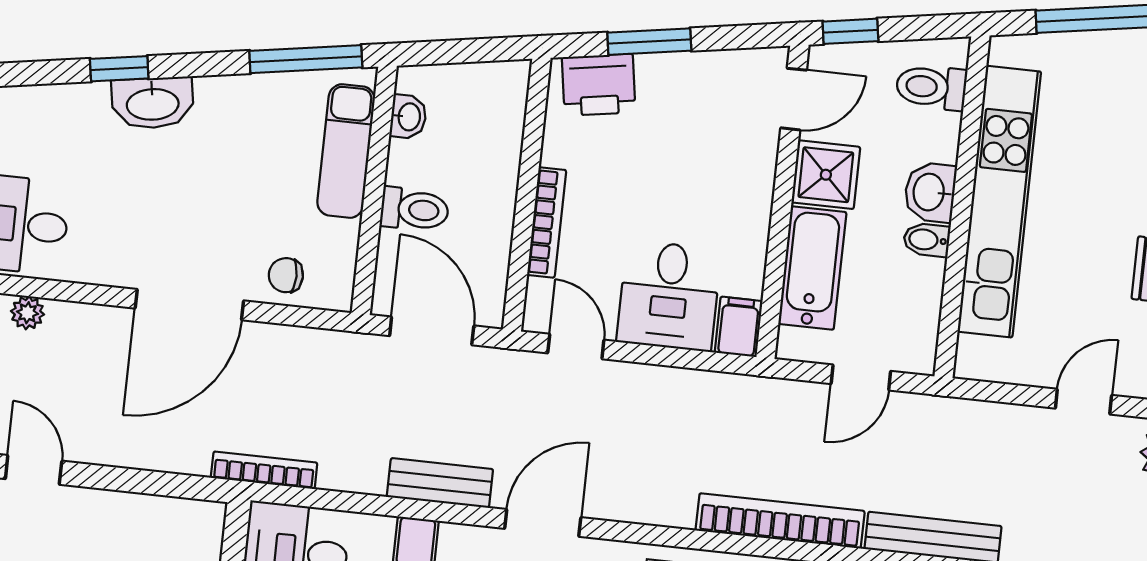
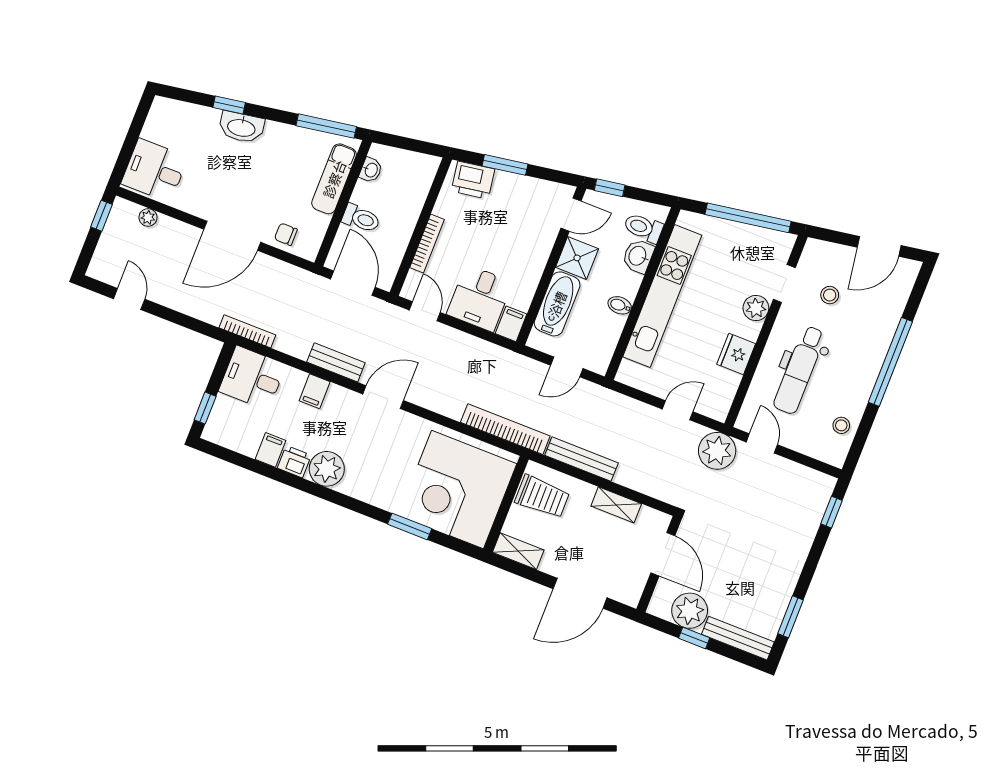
washbasin: (930, 192) -> (638, 256), moved

